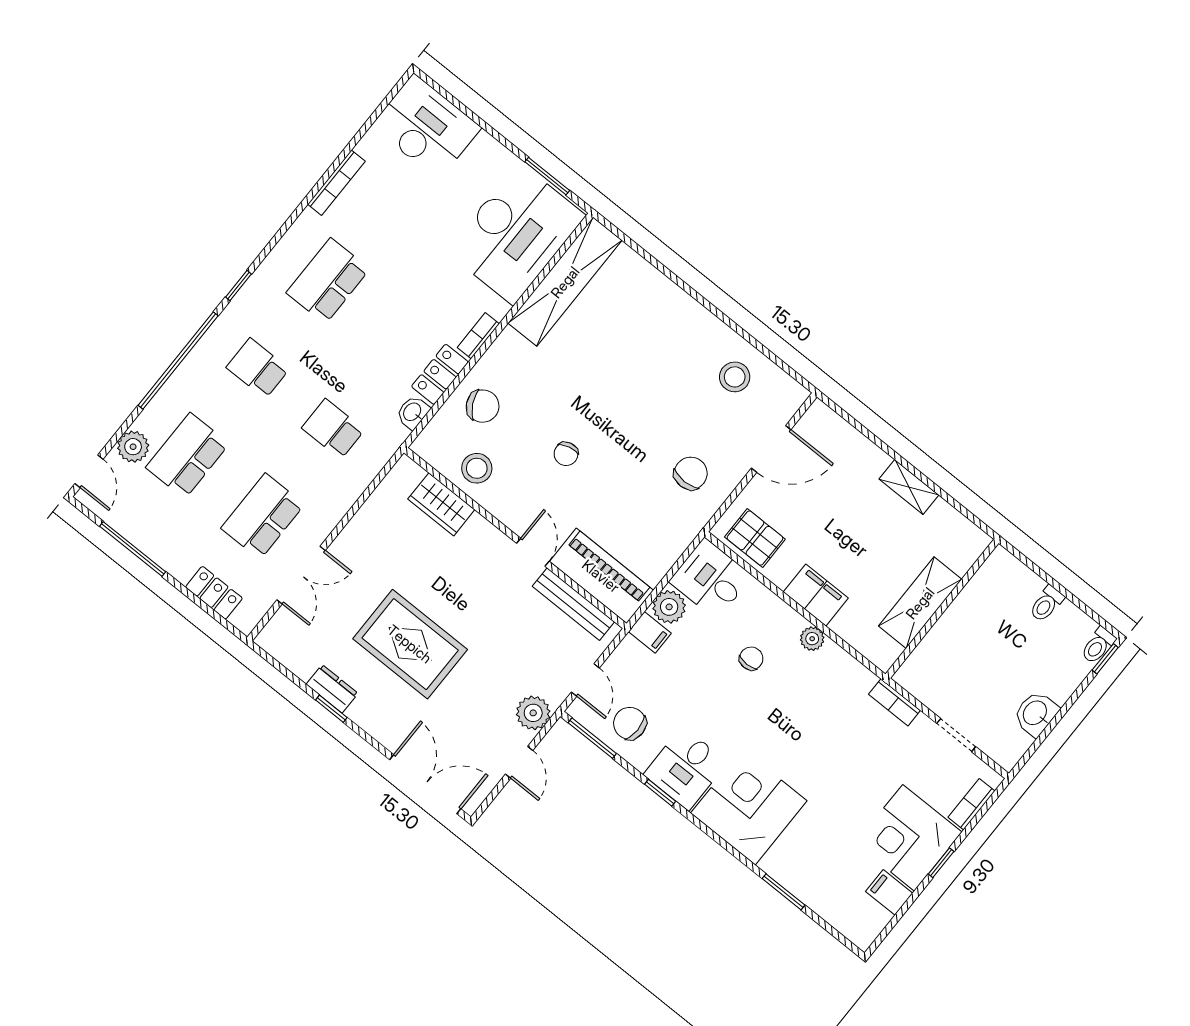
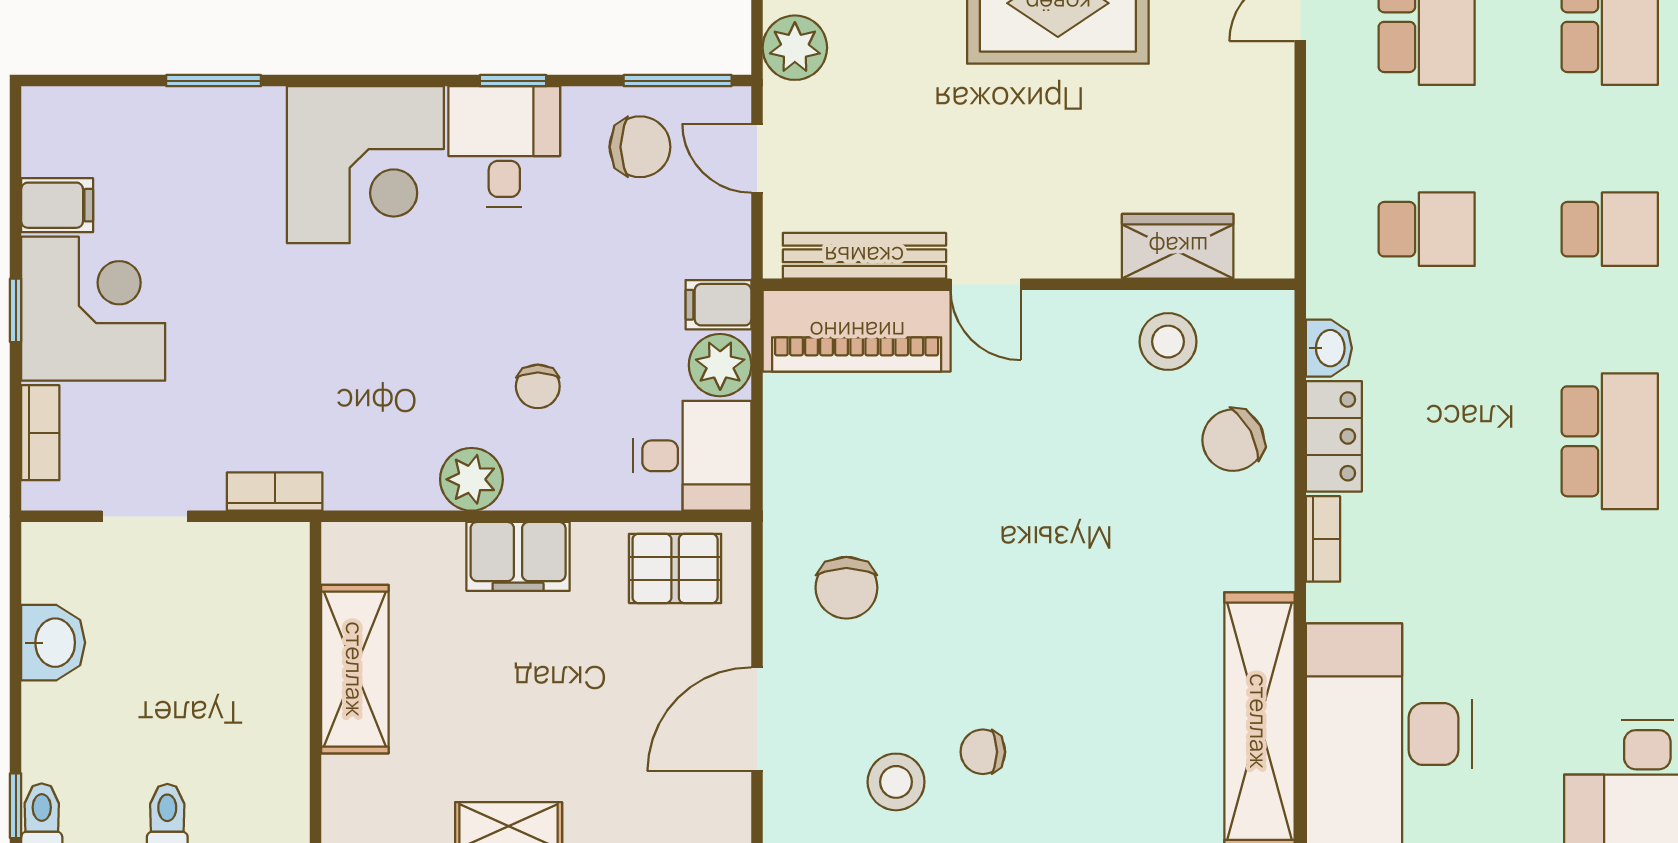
chair: (566, 454) -> (983, 752), moved, turned -76
plant: (812, 639) -> (471, 479), width x1.38, depth x1.38

